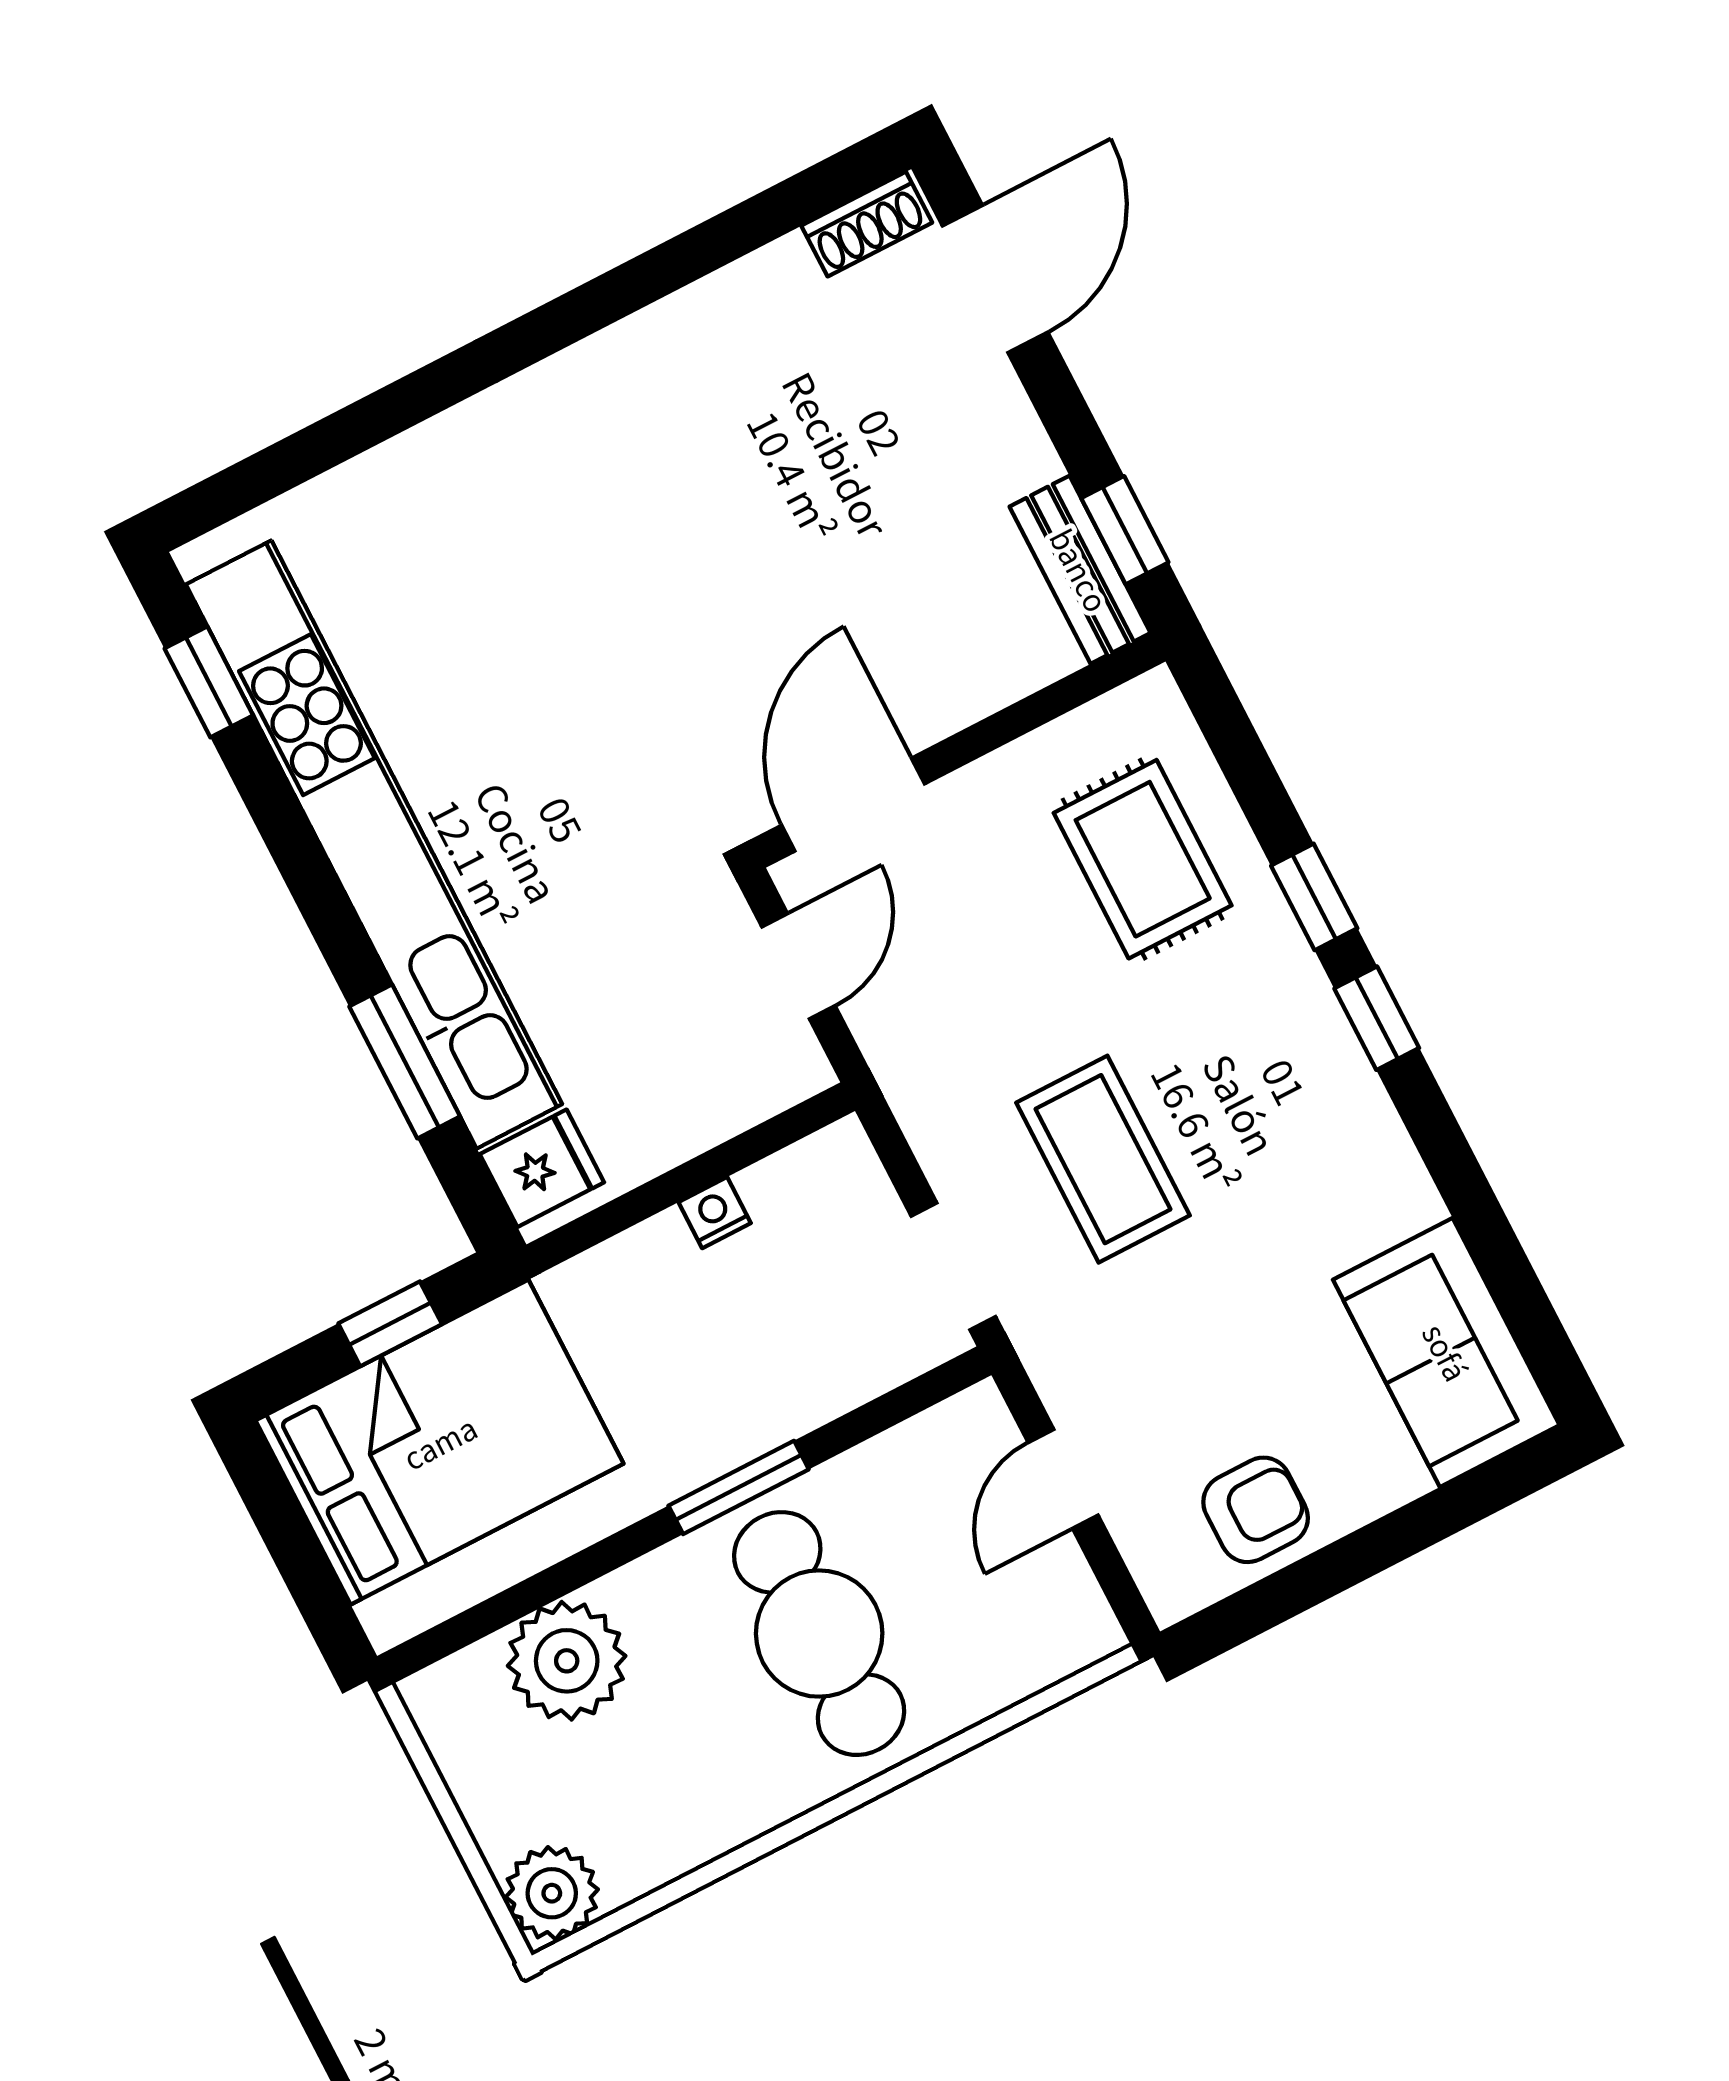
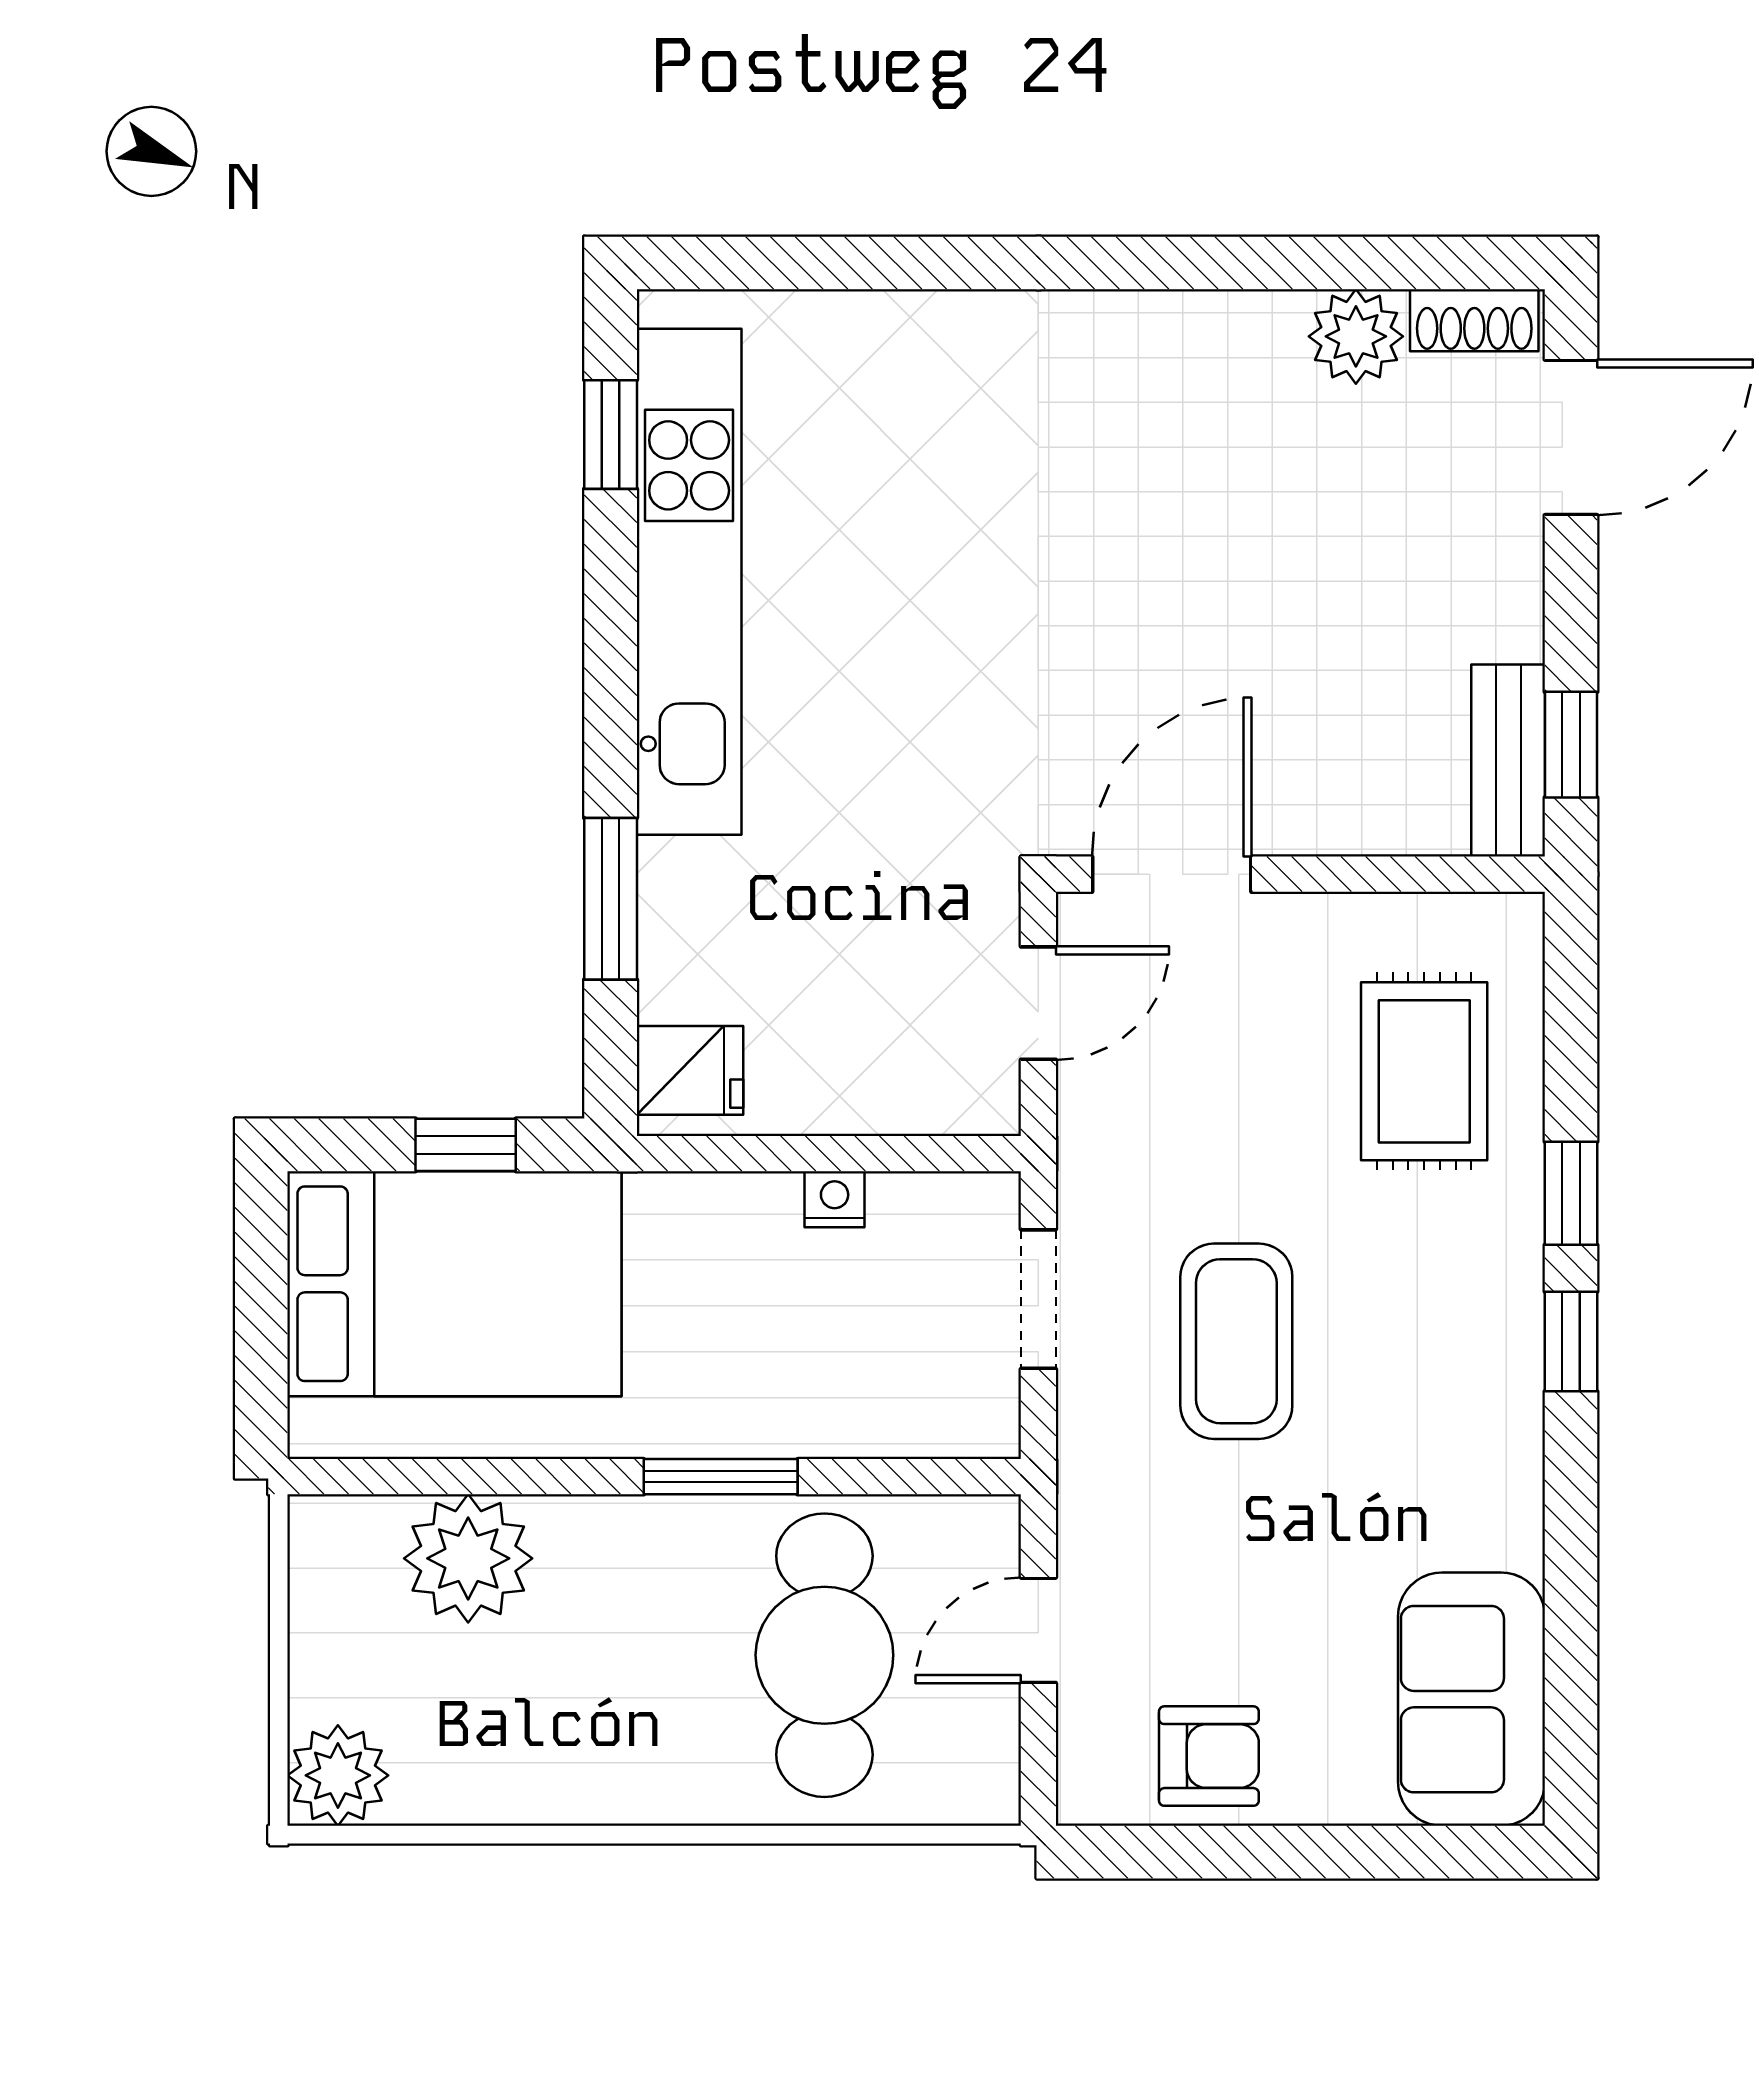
plant: (777, 287) -> (1356, 336), added
kitchen unit: (374, 844) -> (689, 582), width x0.73
doorway: (953, 1266) -> (1038, 1299), moved
cafe table: (819, 1634) -> (824, 1655), moved

